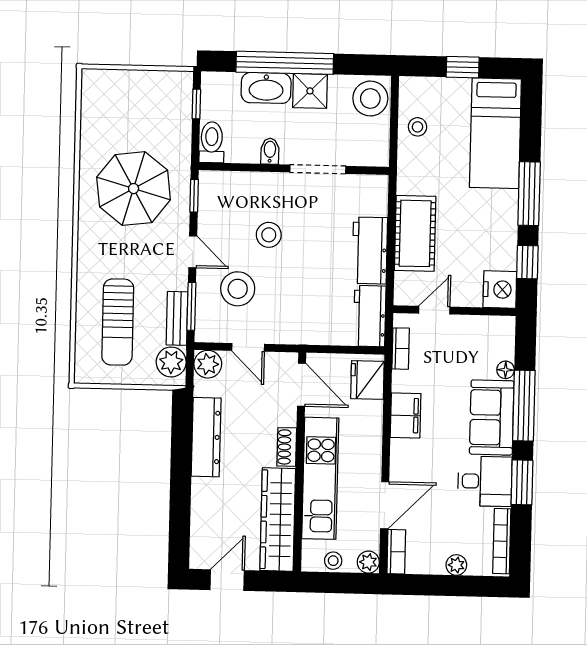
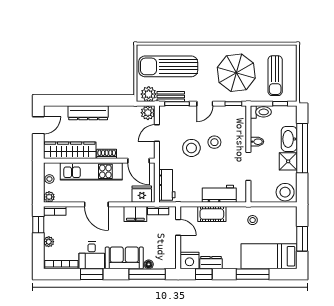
window: (463, 67) -> (302, 239), width x1.50
sun lounger: (141, 112) -> (275, 76), added
stool: (417, 127) -> (253, 220), moved
window: (529, 194) -> (253, 274), moved
cot: (415, 233) -> (212, 214), width x0.73, depth x0.75
dresser: (505, 247) -> (211, 263), added
workbench: (370, 250) -> (219, 194), moved
stool: (238, 289) -> (191, 148), moved
workbench: (370, 316) -> (167, 185), moved, turned 90
sun lounger: (118, 322) -> (168, 66), width x1.36, depth x1.34
door: (302, 385) -> (138, 161), hinge flipped
window: (524, 406) -> (147, 274), moved
filing cabinet: (406, 415) -> (135, 214), moved
dresser: (206, 437) -> (88, 113), moved
door: (385, 505) -> (96, 204), moved
door: (227, 580) -> (38, 125), hinge flipped
window: (422, 585) -> (38, 225), added

